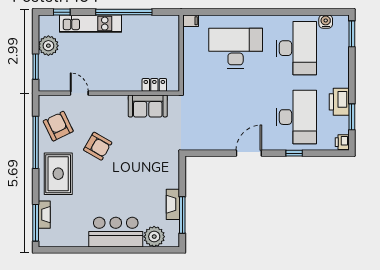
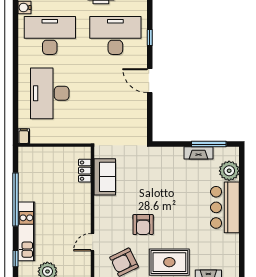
armchair: (98, 146) -> (143, 225), turned 150

